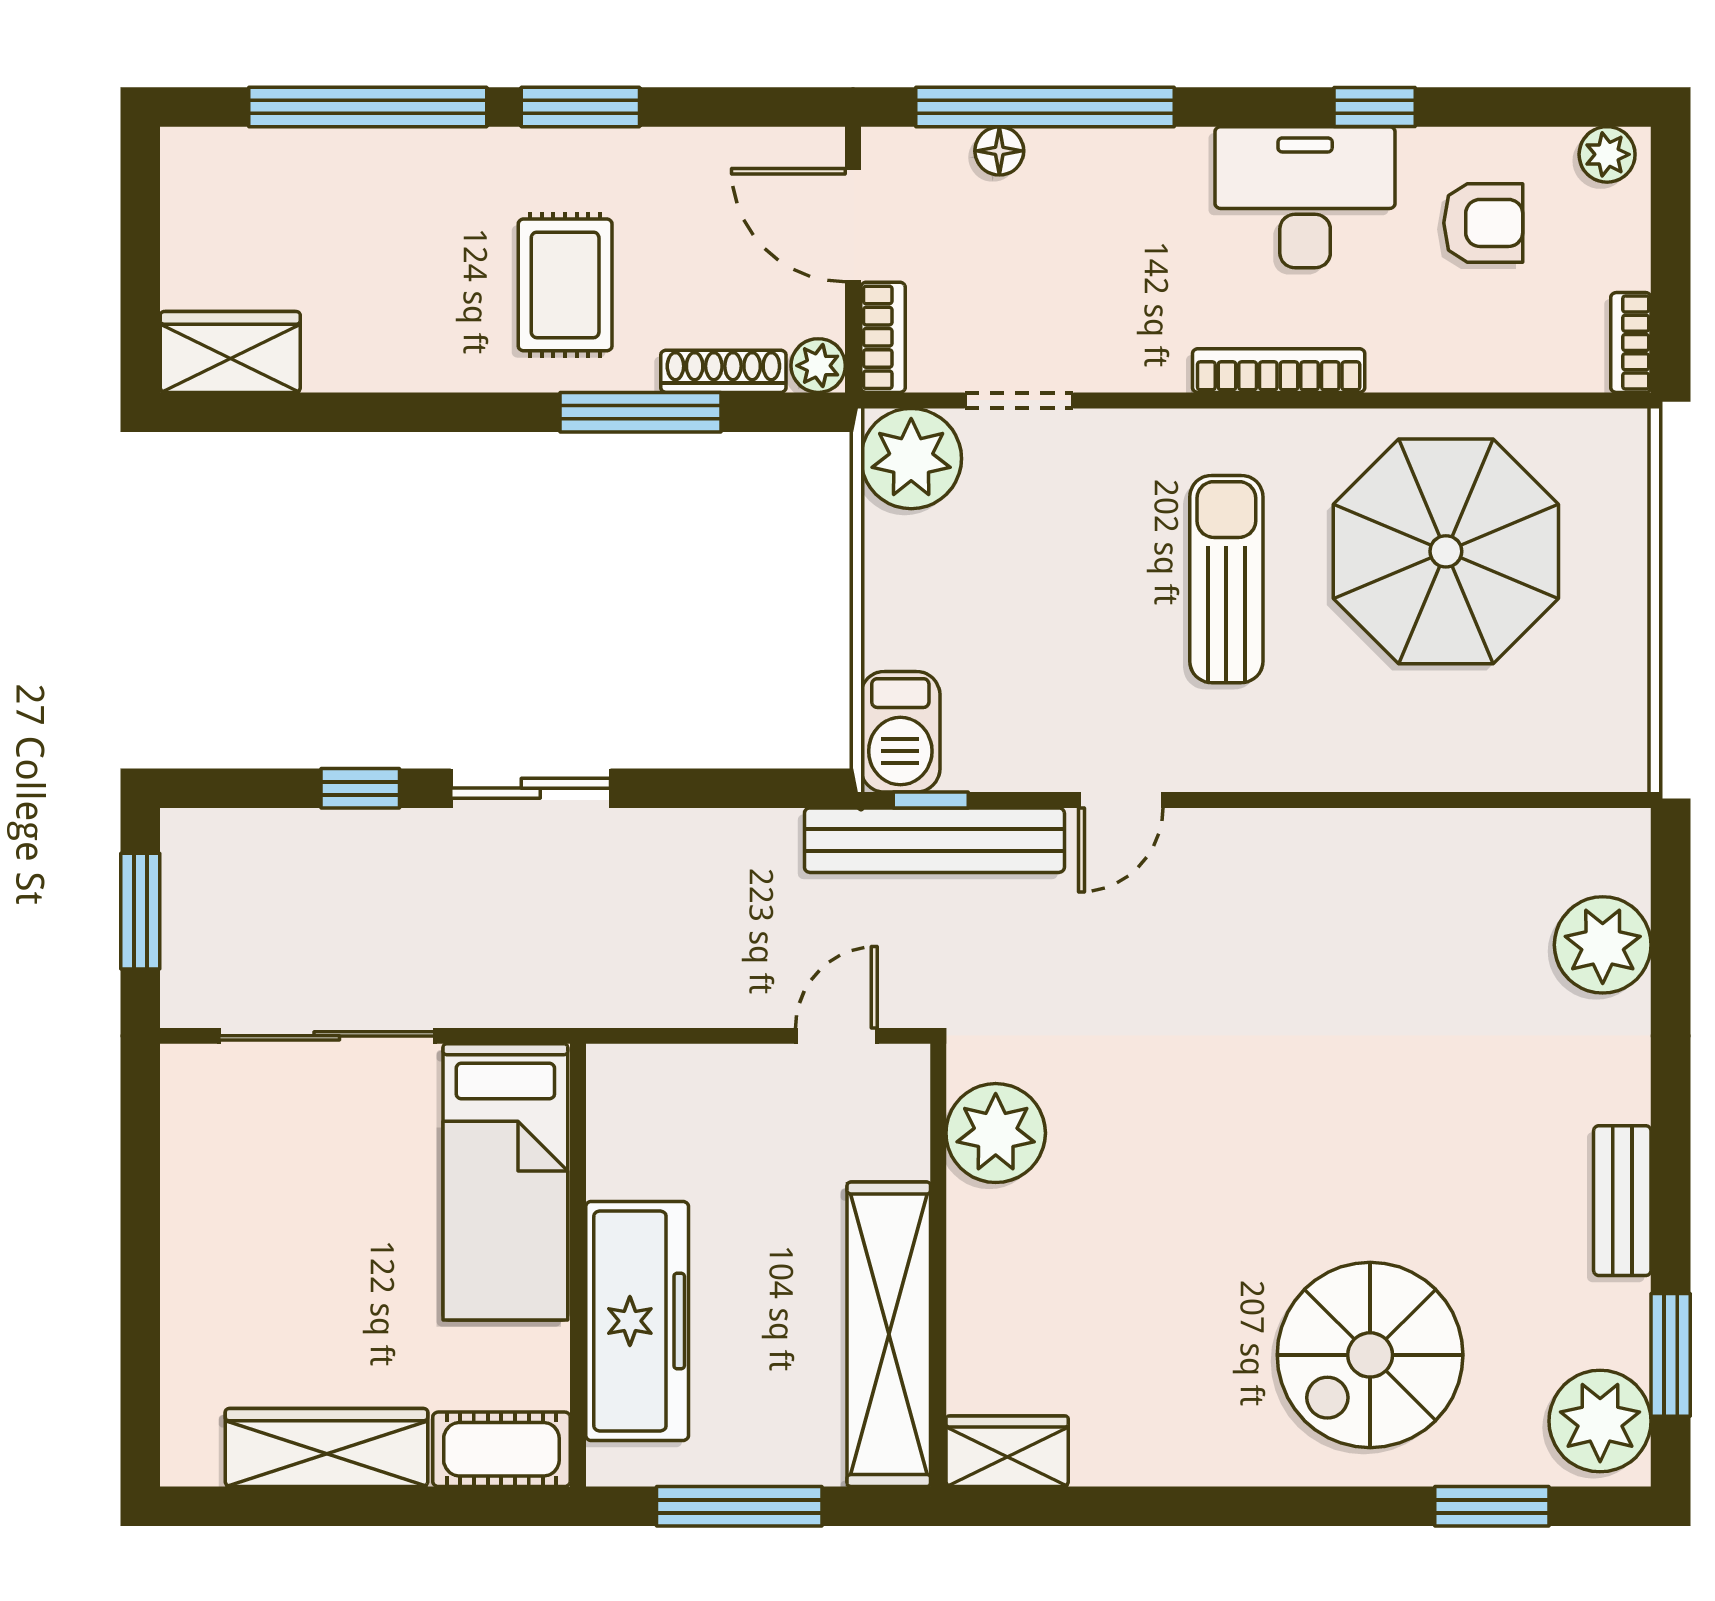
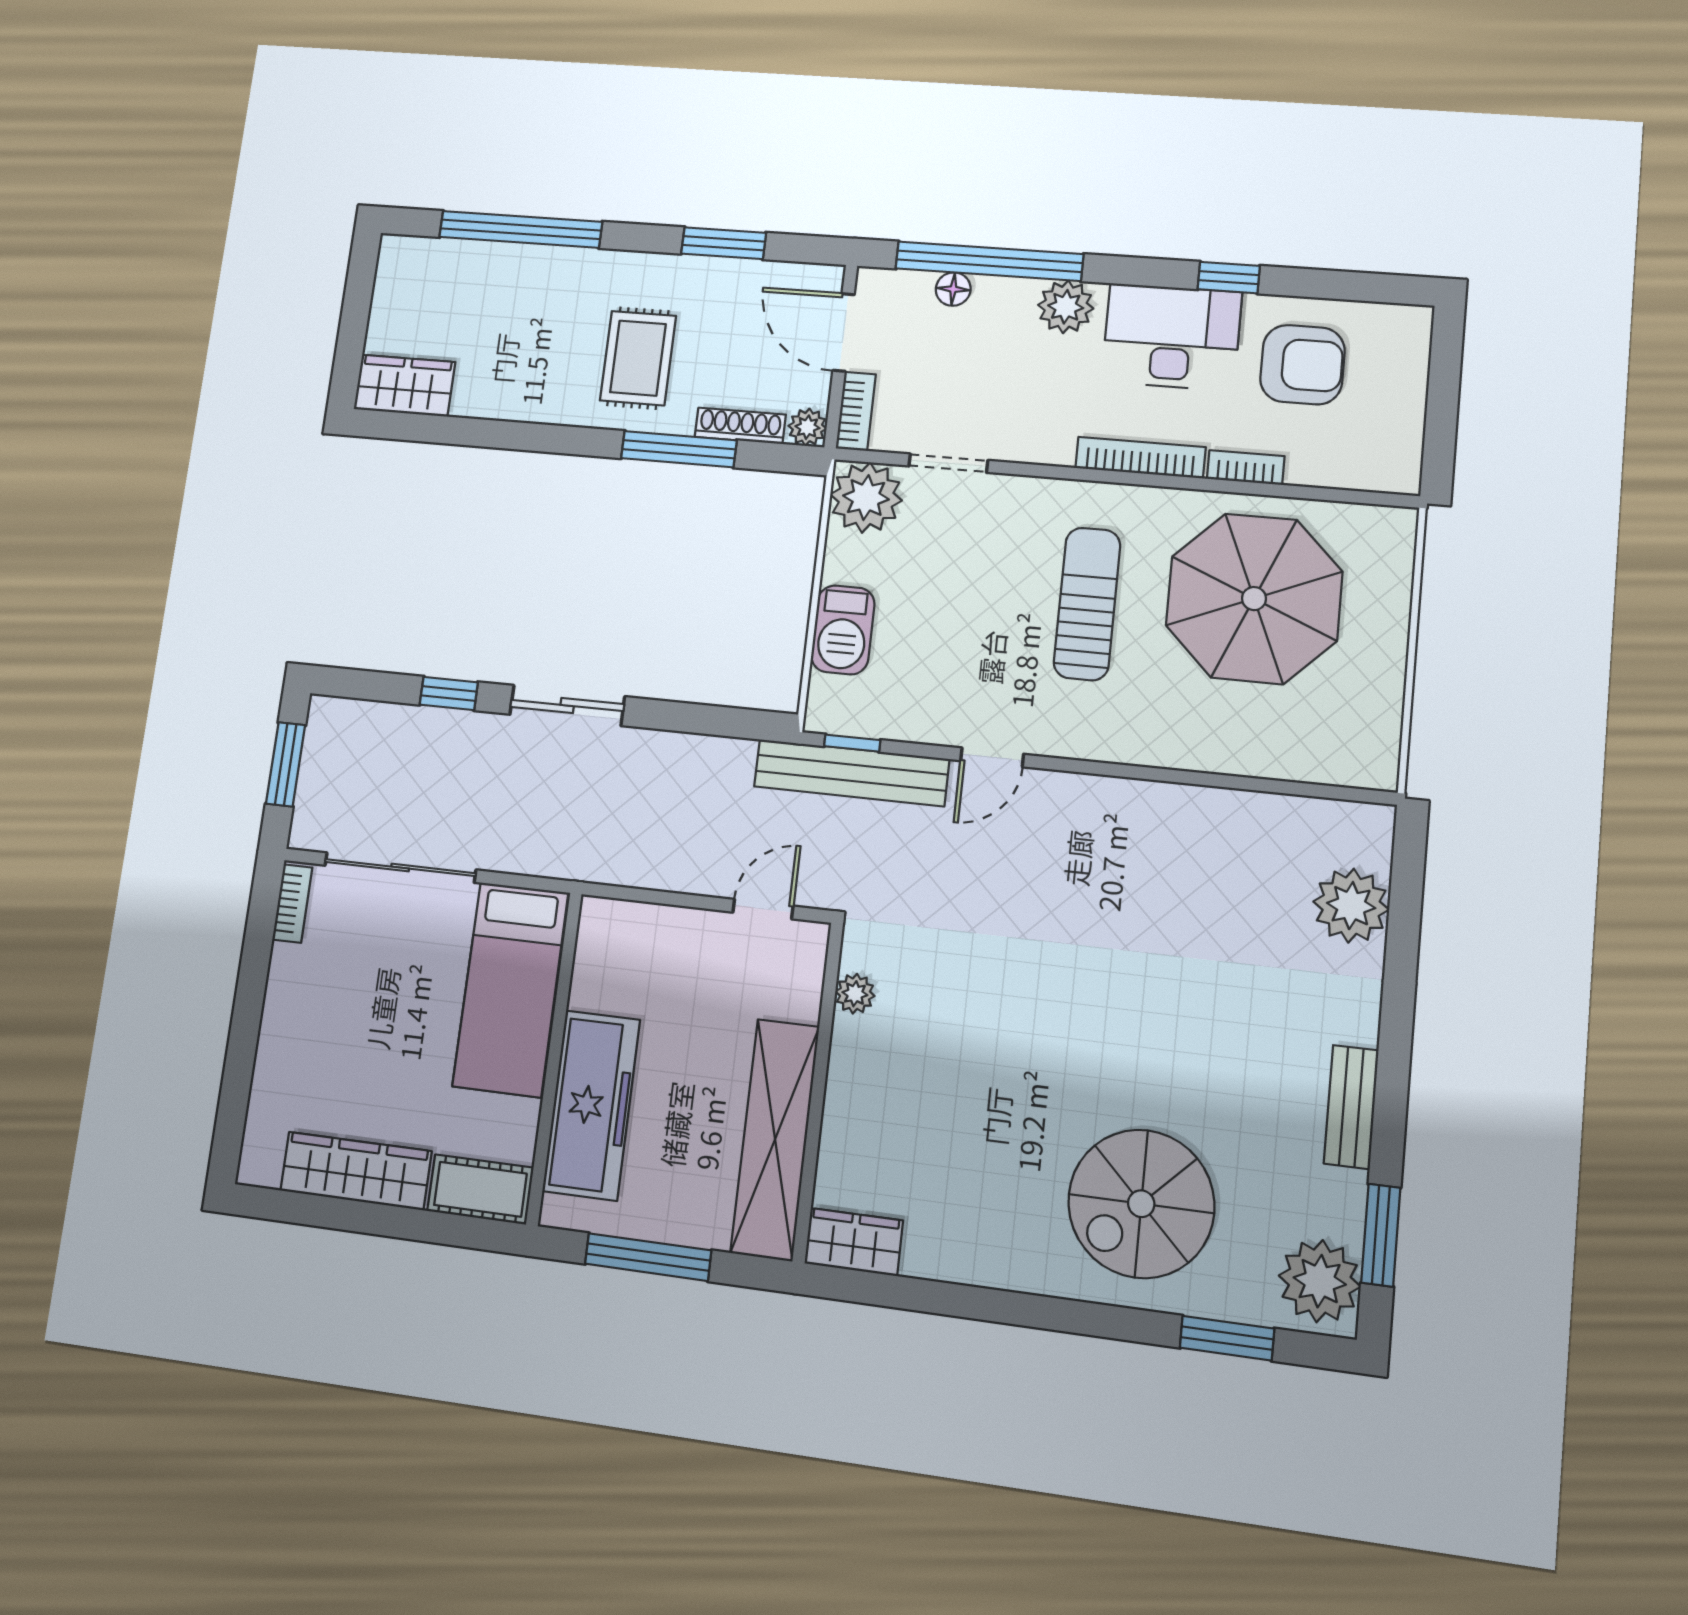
window: (580, 107) -> (723, 243), moved
plant: (1607, 154) -> (1066, 307), moved, width x1.38, depth x1.38
armchair: (1483, 223) -> (1302, 365), width x1.38, depth x1.38
bookcase: (1631, 342) -> (1246, 467), moved, turned 90
barbecue: (900, 732) -> (843, 630), moved
bookcase: (181, 1102) -> (292, 903), added
plant: (996, 1133) -> (855, 994), width x0.53, depth x0.53

